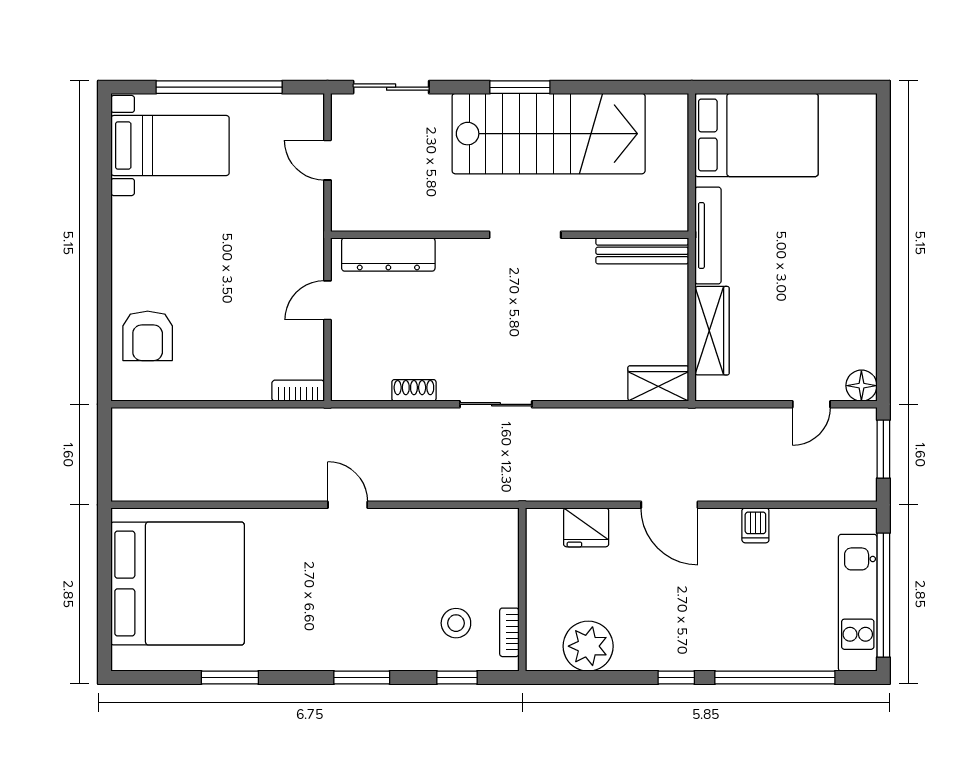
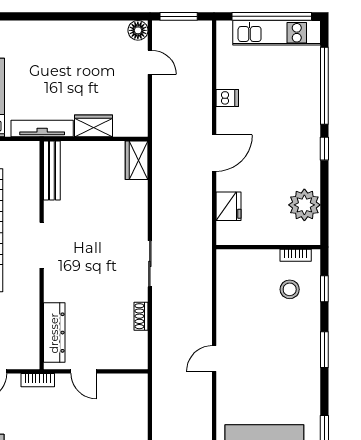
wardrobe: (712, 331) -> (93, 126), width x0.67
bookcase: (298, 391) -> (38, 380), moved, turned -90

